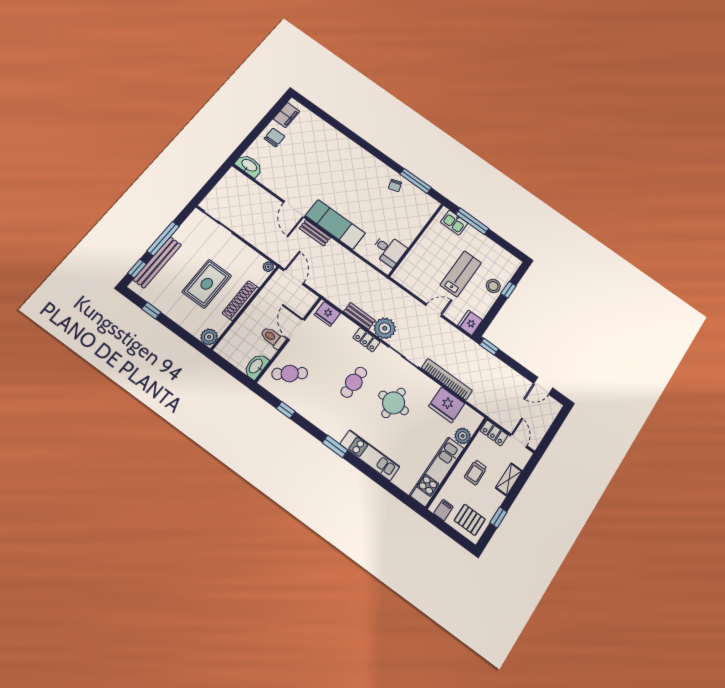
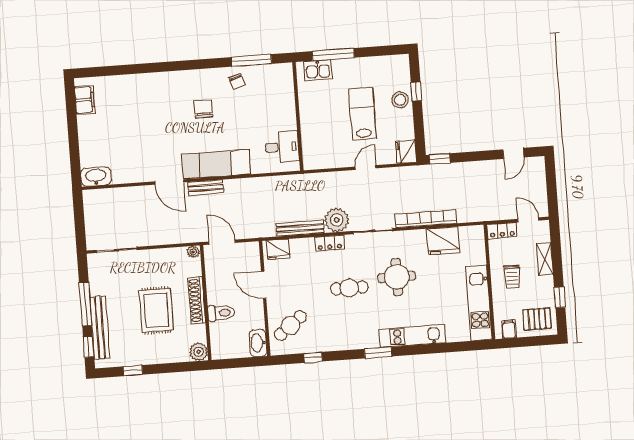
chair: (274, 137) -> (203, 109), moved
bench: (359, 316) -> (300, 228), width x1.36
toilet: (273, 338) -> (221, 313), moved, turned 180
cafe table: (354, 382) -> (349, 288), turned 90
plant: (463, 436) -> (477, 256), removed

